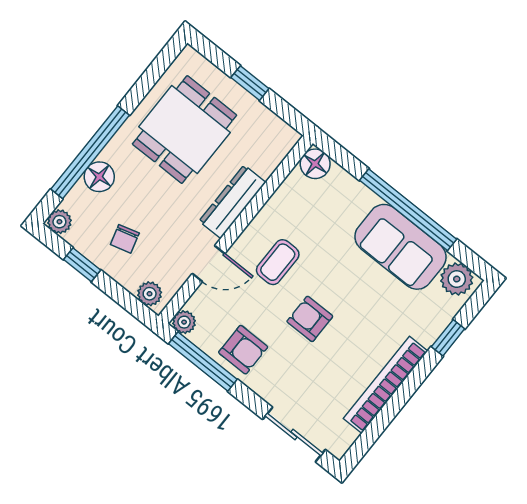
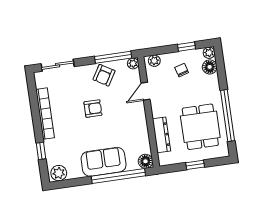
window: (90, 152) -> (227, 115), moved
floor lamp: (99, 177) -> (210, 67), moved
dresser: (232, 202) -> (162, 135), moved
window: (408, 210) -> (118, 176), moved
sofa: (401, 247) -> (104, 162), moved
coffee table: (278, 262) -> (123, 116), removed
armchair: (243, 350) -> (104, 75), turned -59

